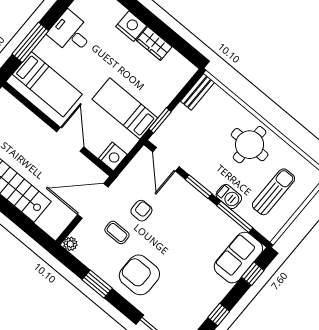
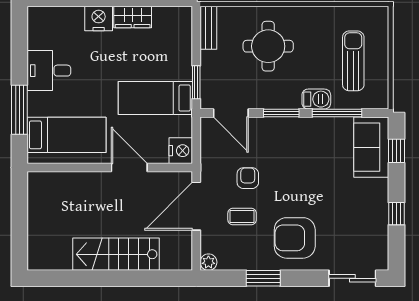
round table: (250, 145) -> (268, 46), moved

